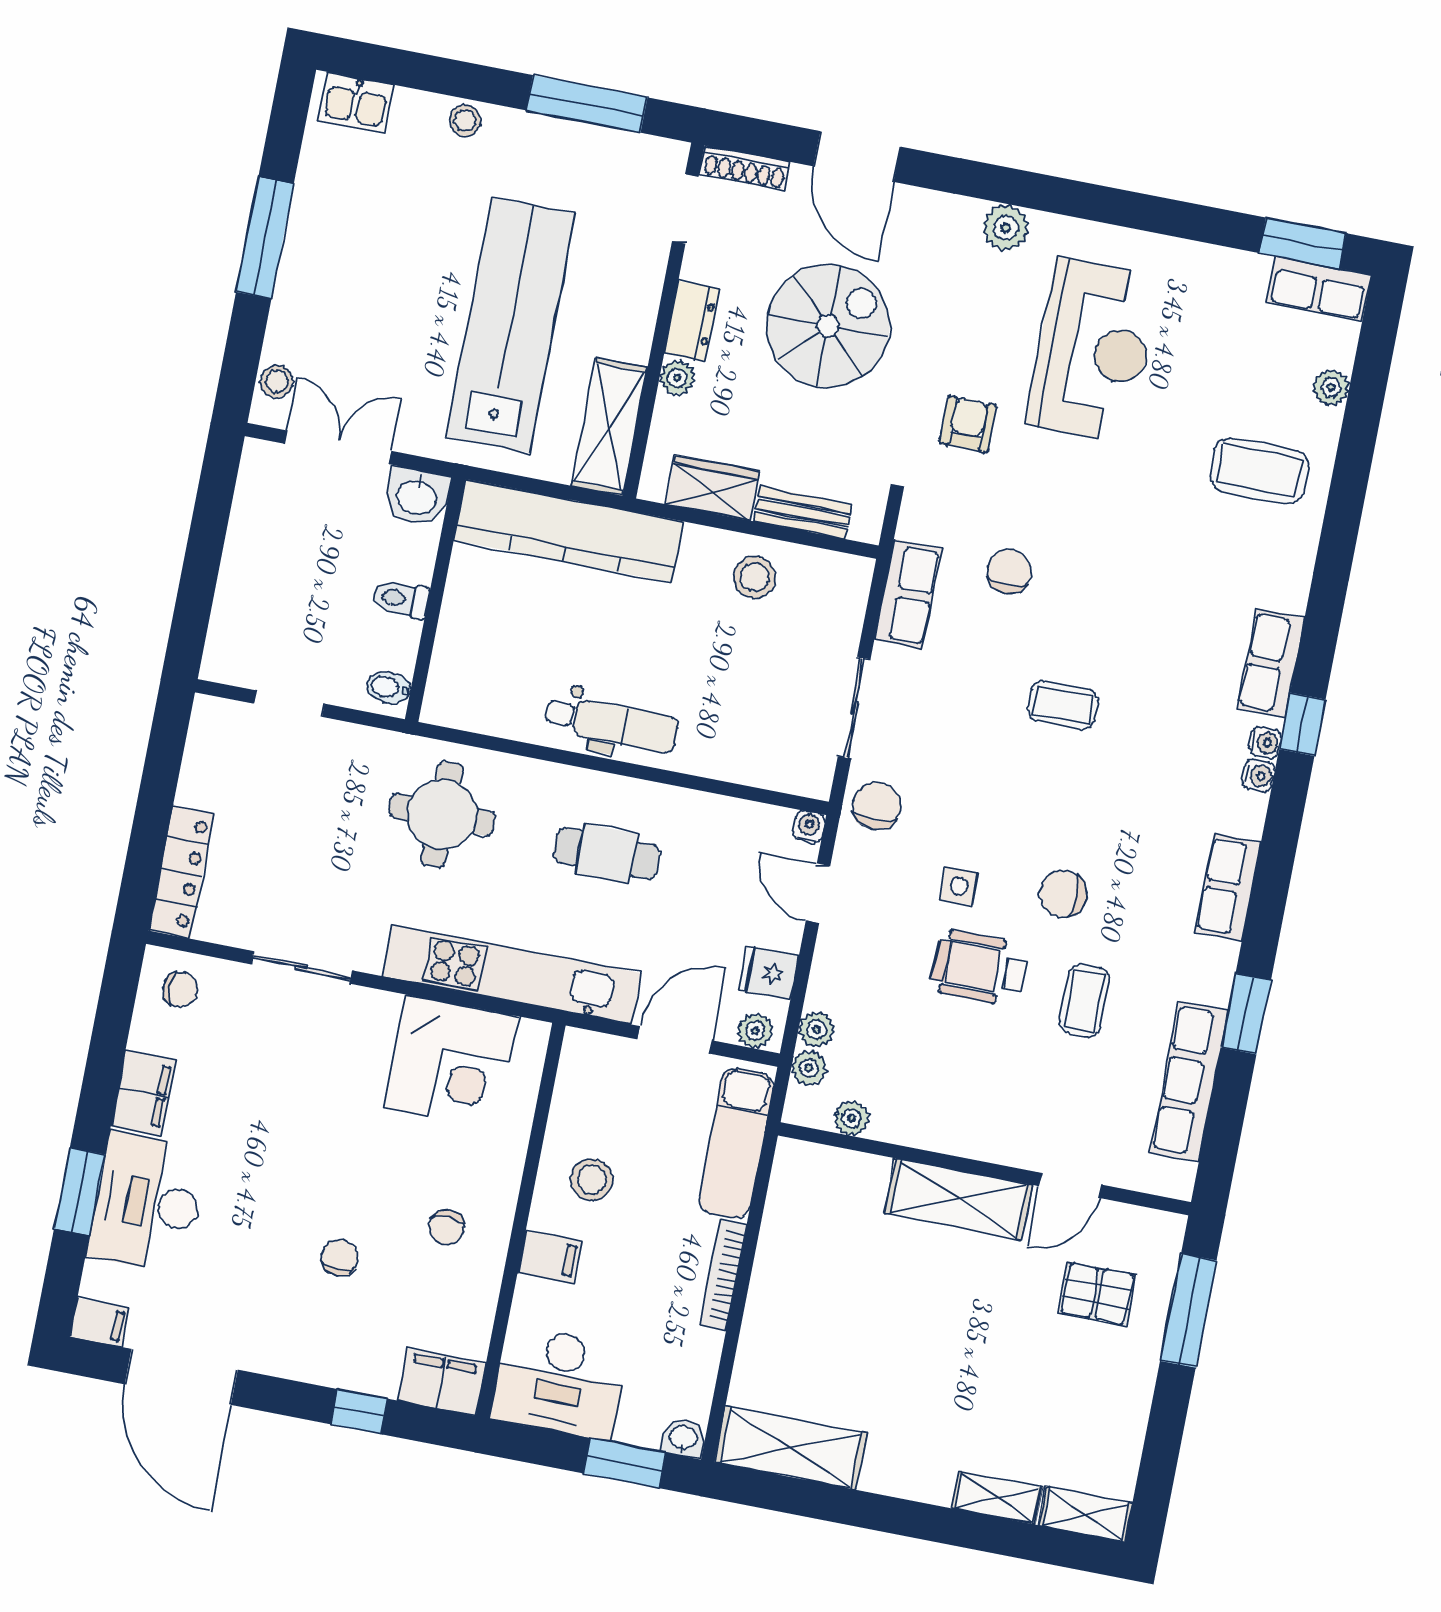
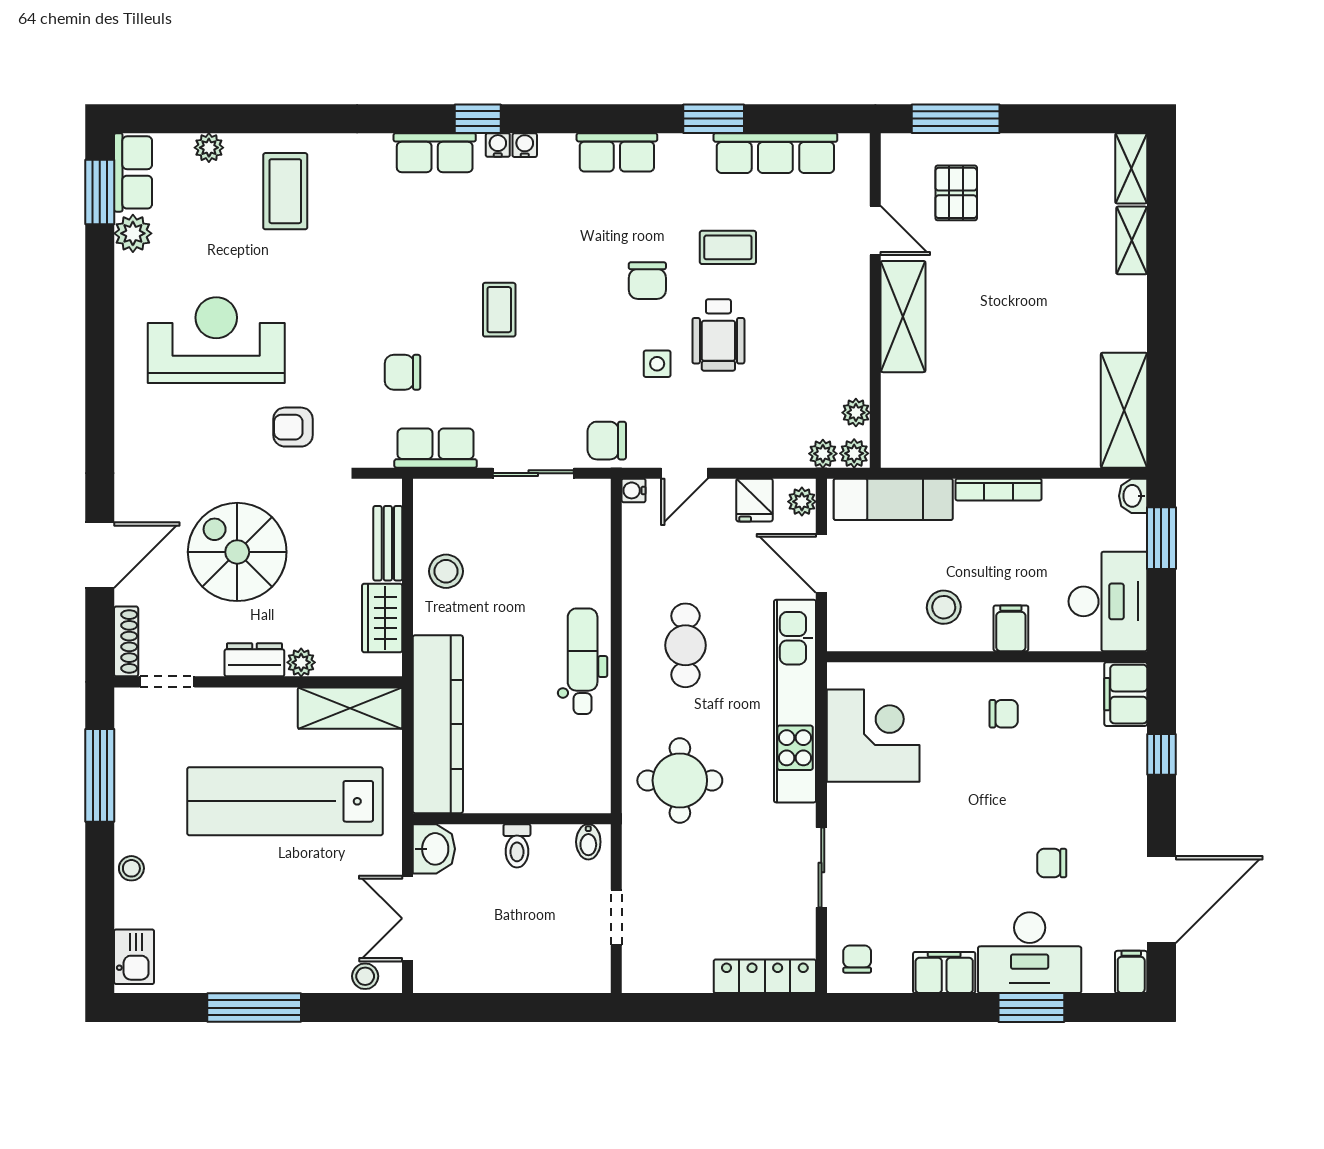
plant: (1006, 228) -> (133, 233), moved
plant: (817, 1030) -> (854, 453), moved
chair: (340, 1258) -> (1052, 863), moved

